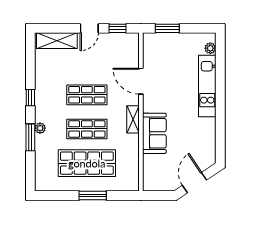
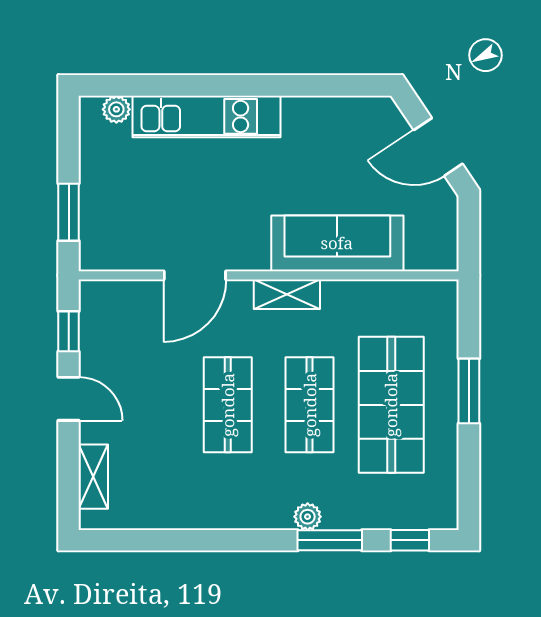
shelving: (57, 41) -> (93, 477), width x0.67, depth x0.75
window: (30, 98) -> (410, 540), moved
sofa: (154, 133) -> (337, 243), width x1.36

